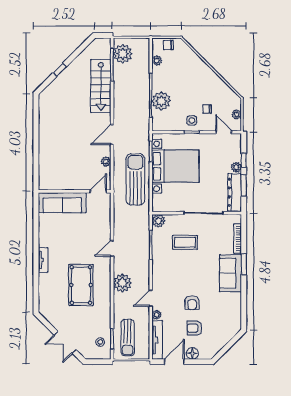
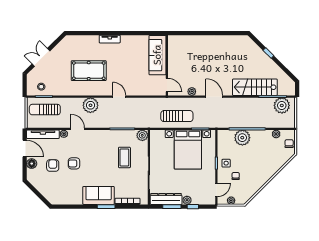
sun lounger: (135, 179) -> (177, 116), width x0.73, depth x0.75

